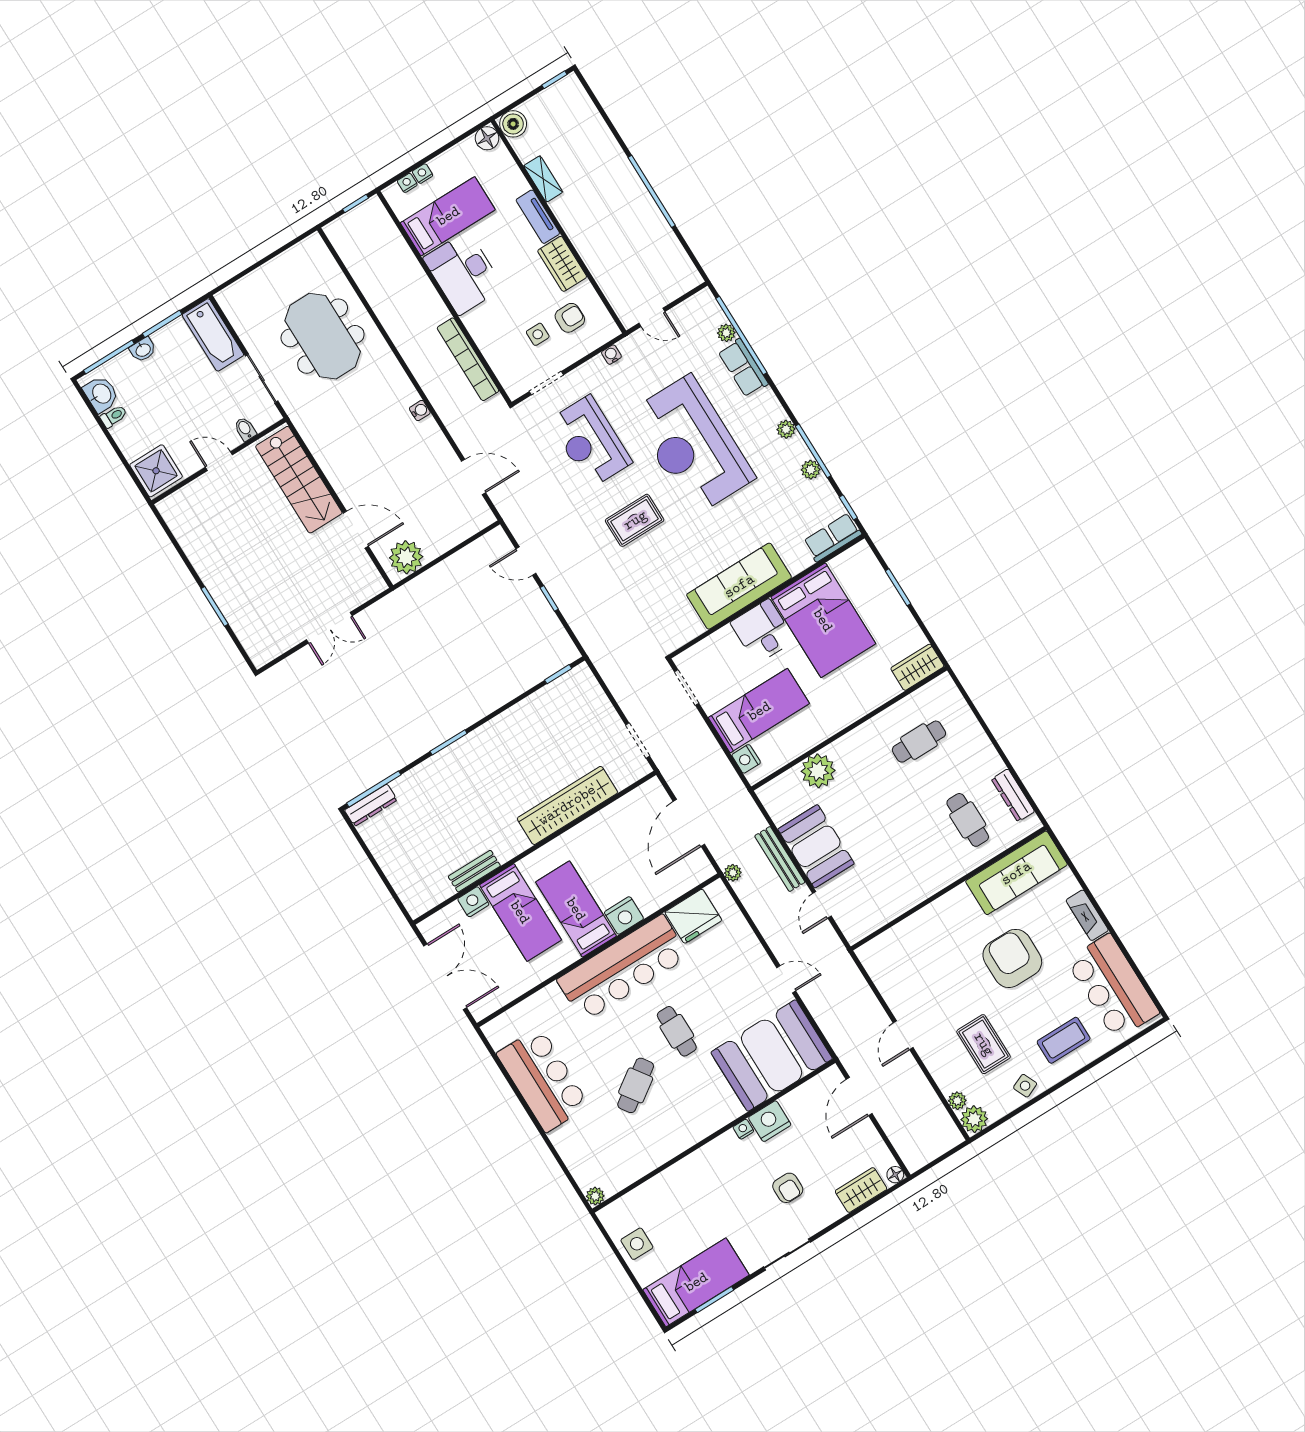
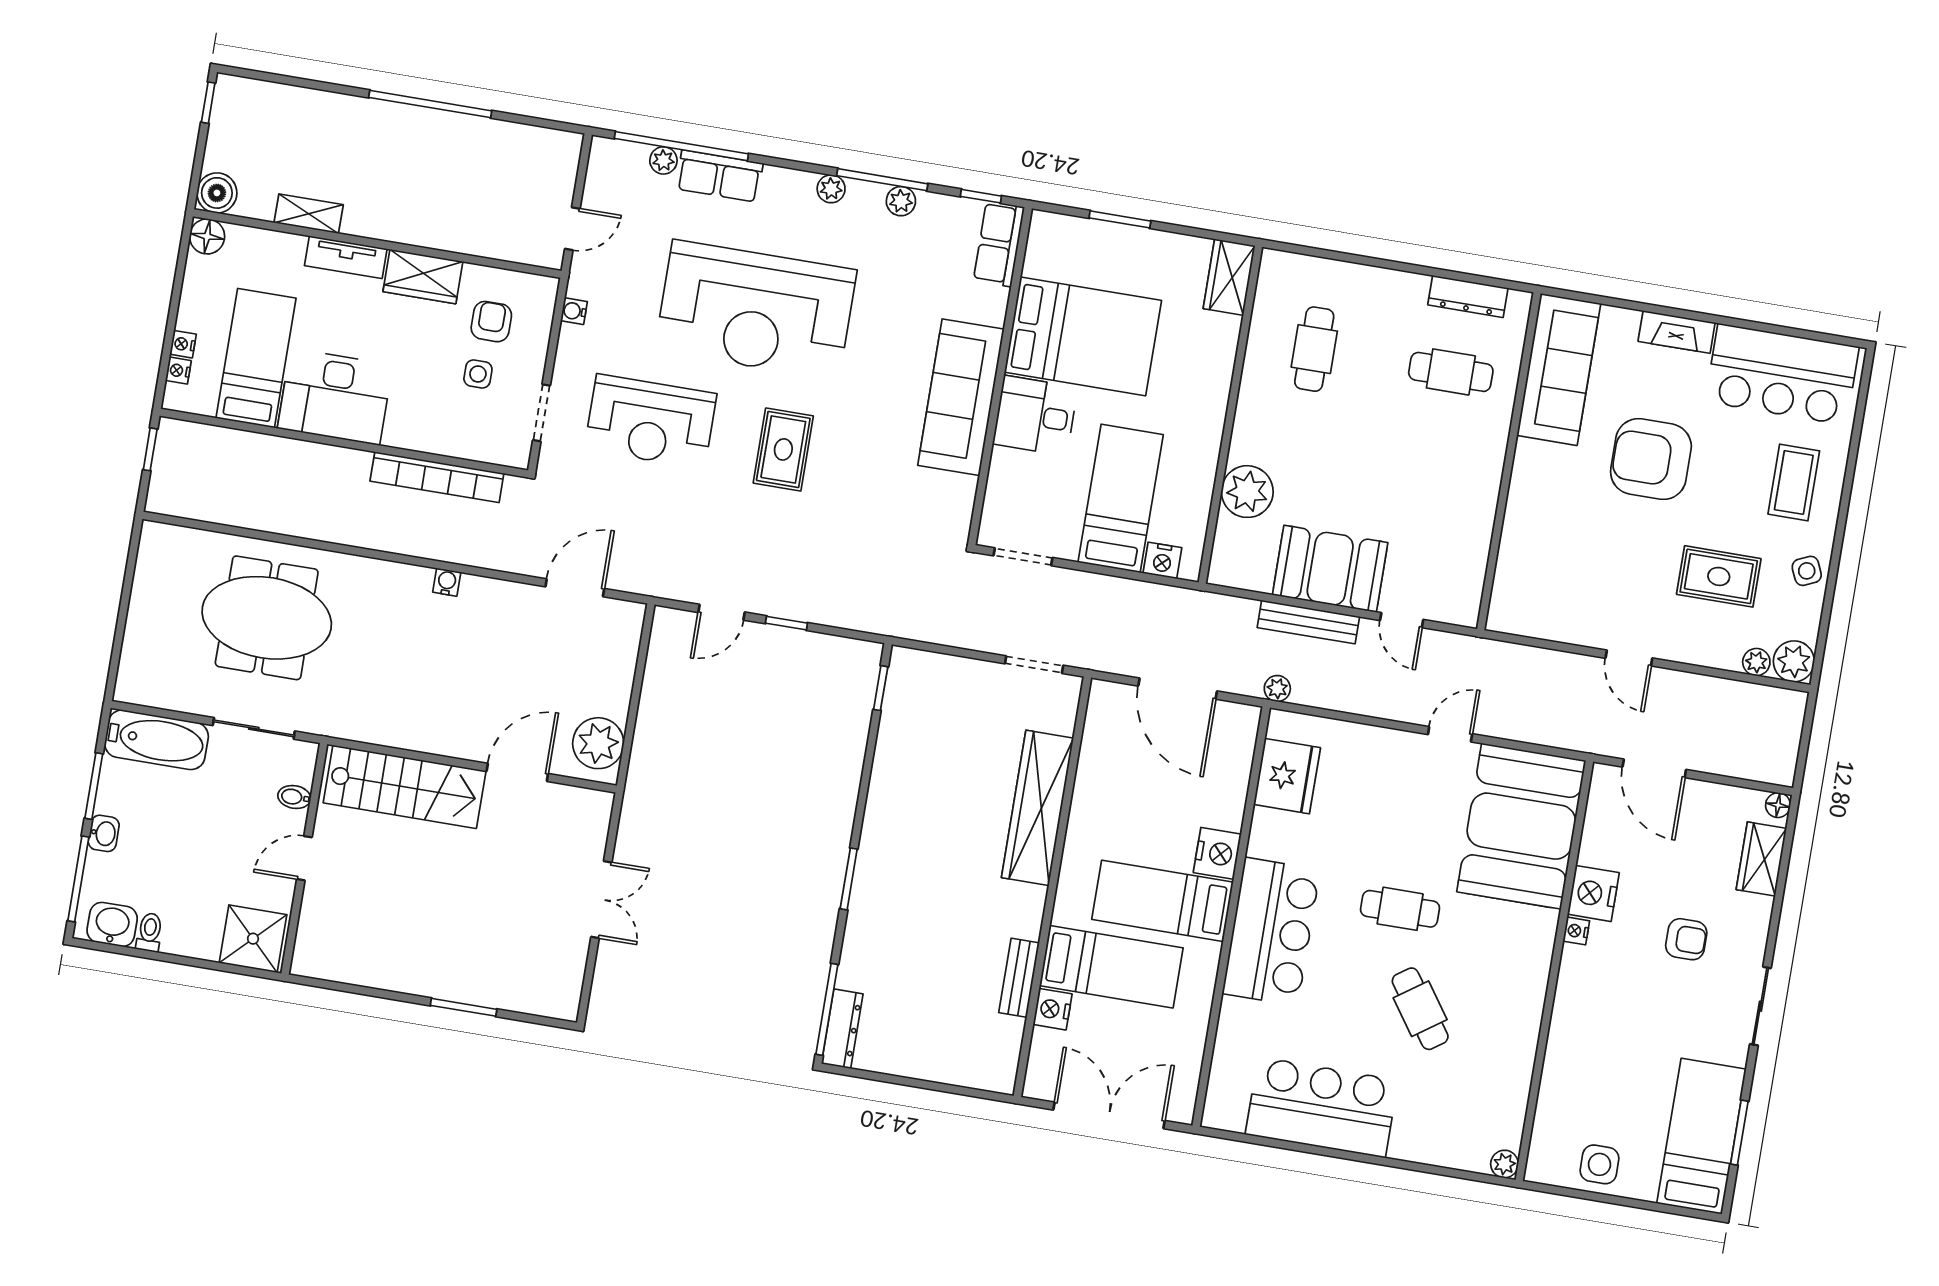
bar counter: (623, 968) -> (1271, 932), width x0.73

